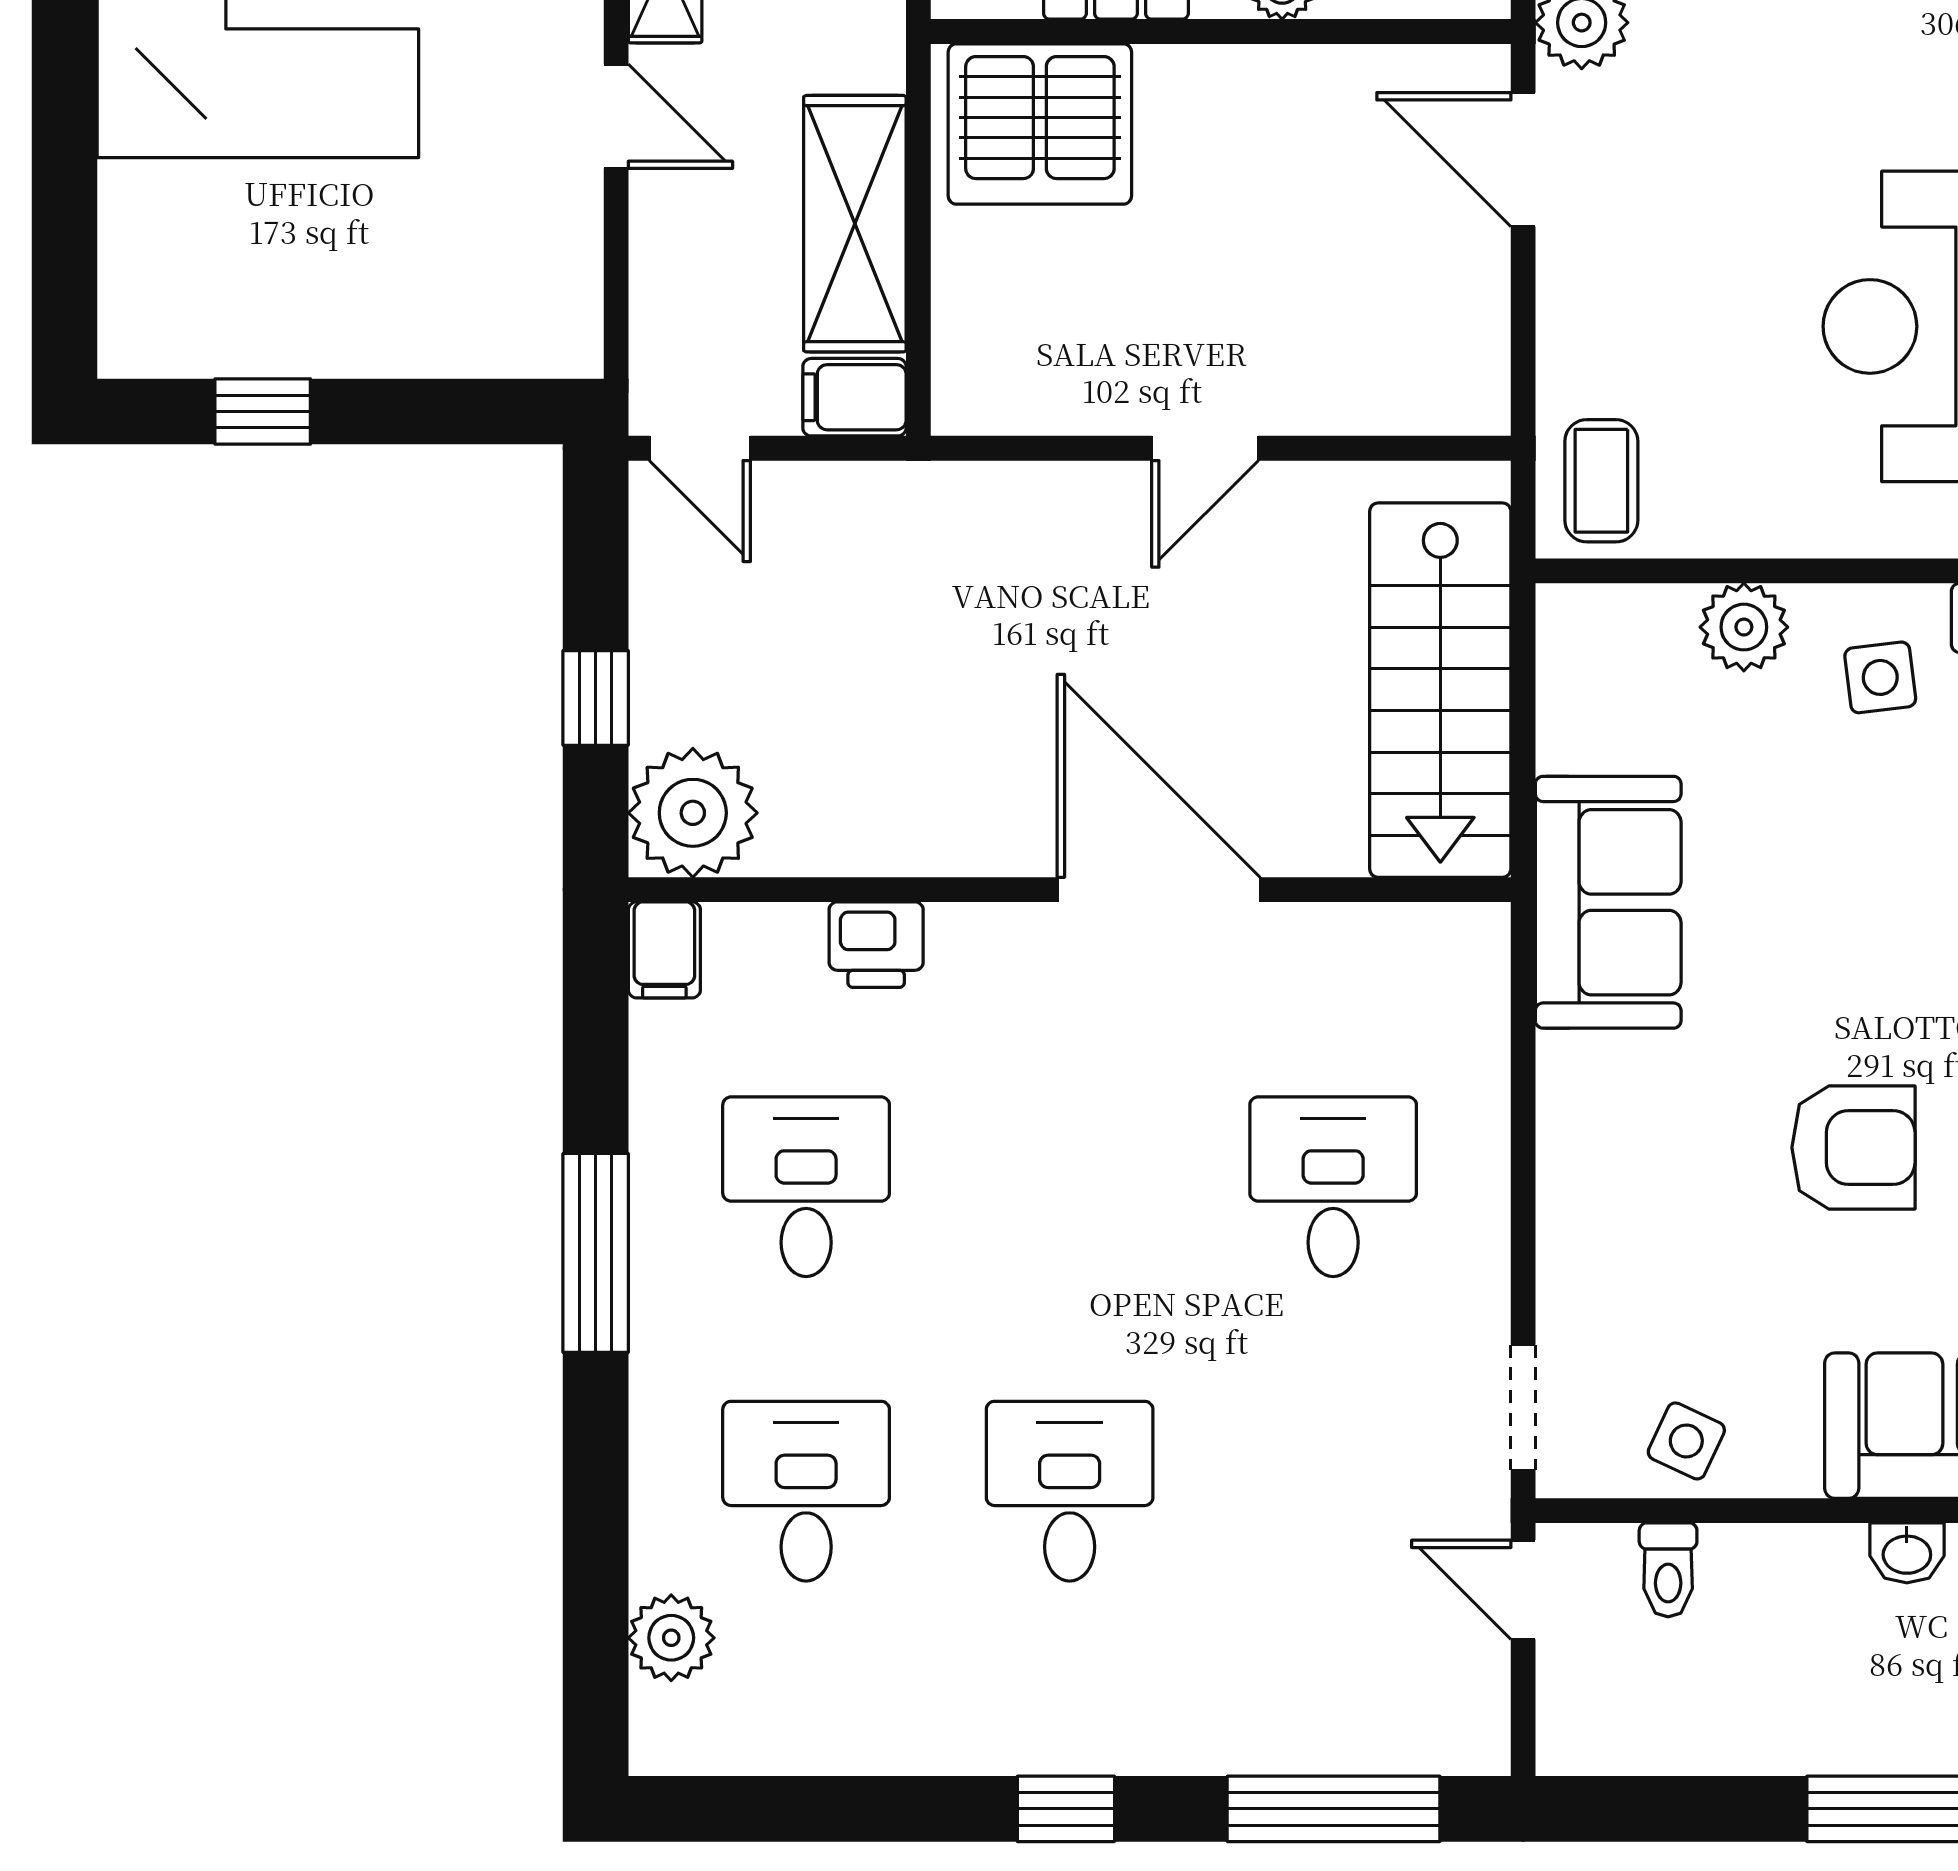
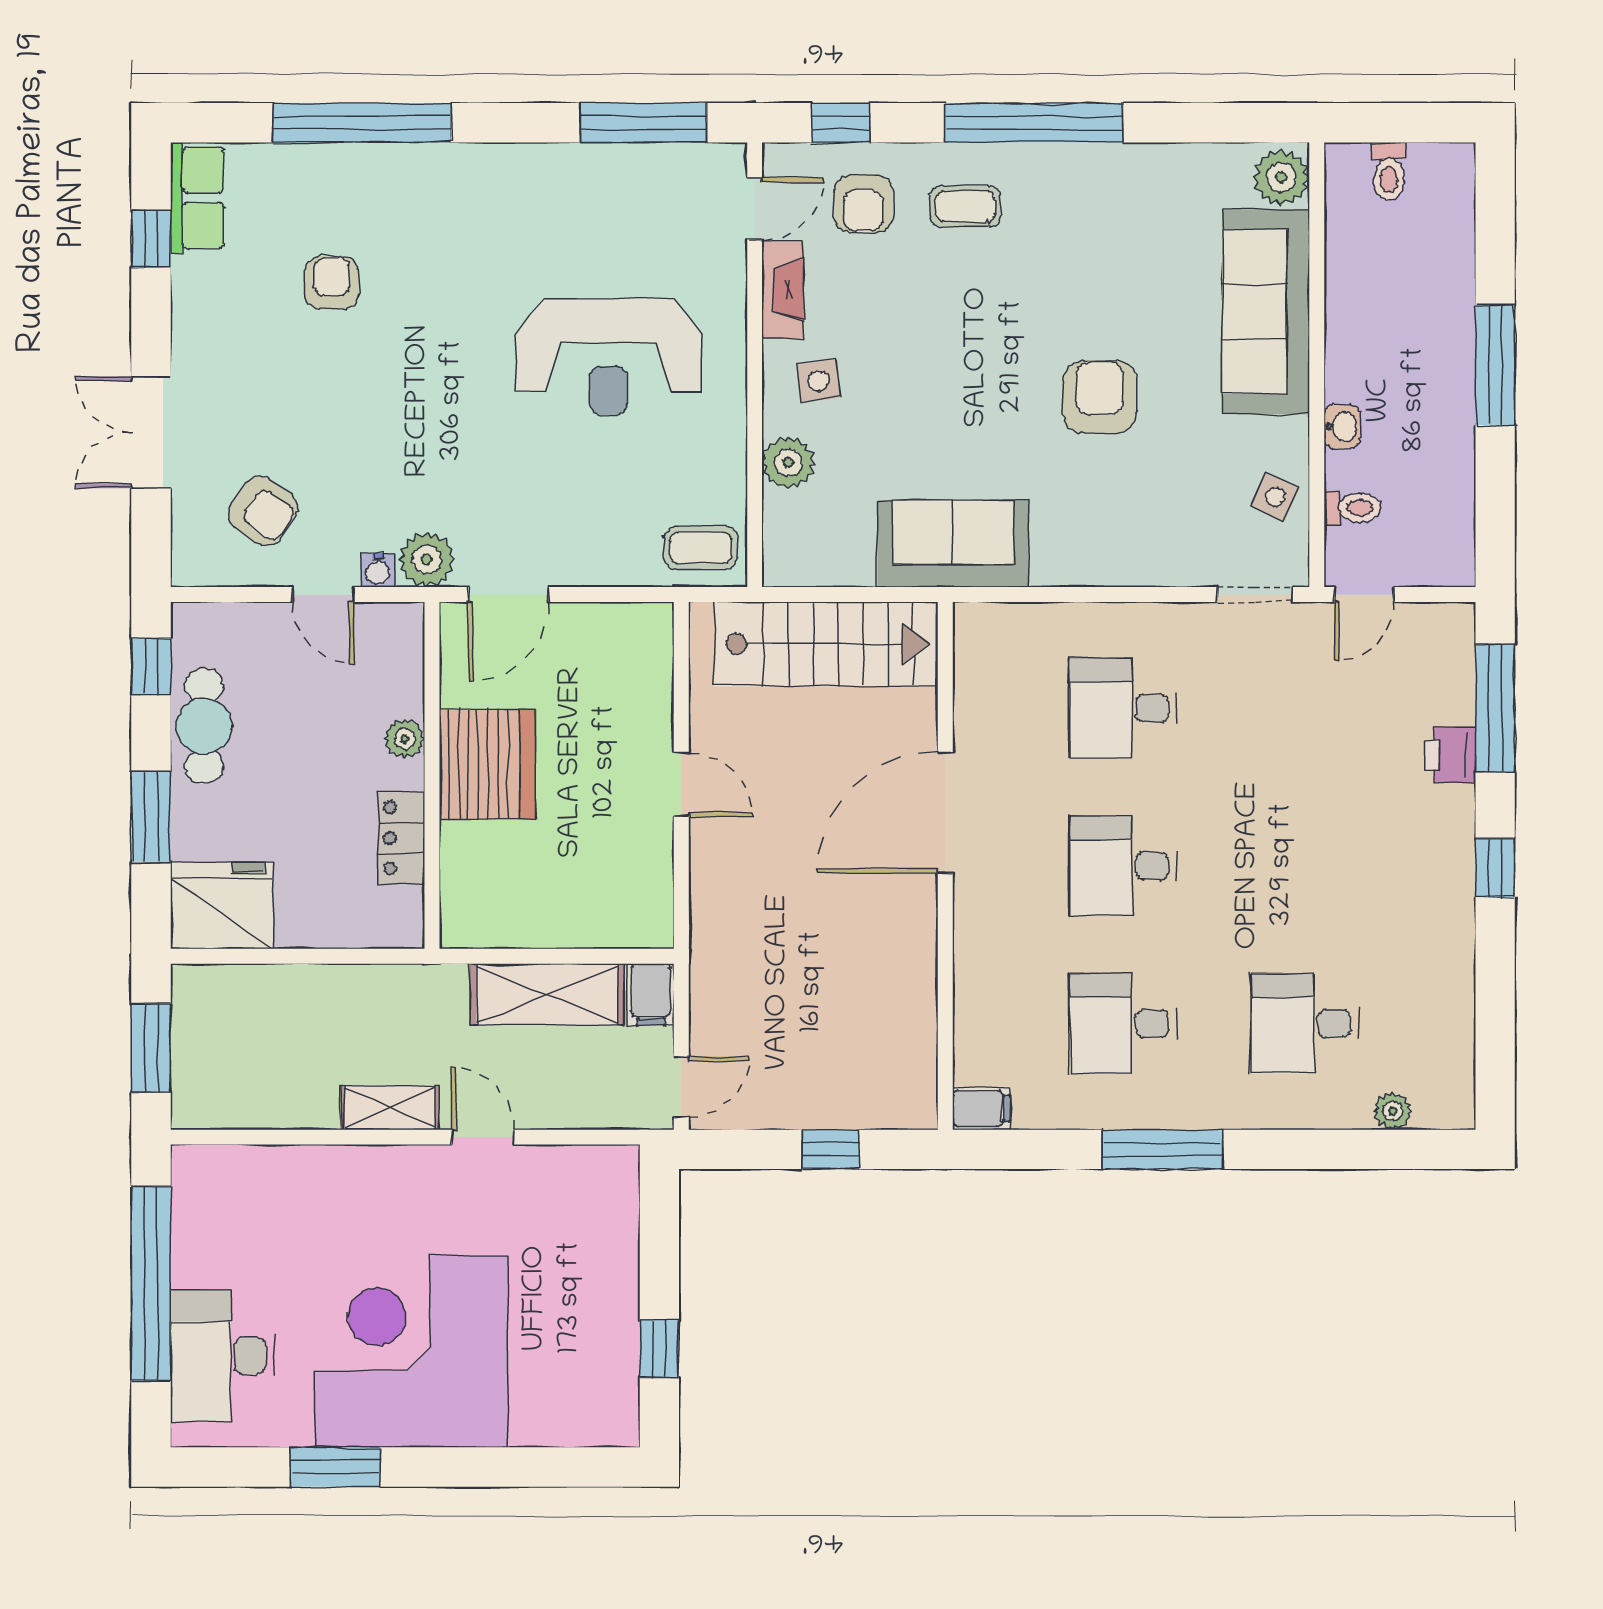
door: (616, 116) -> (483, 1137), hinge flipped
server rack: (1040, 124) -> (487, 764), moved
plant: (693, 813) -> (899, 1091), removed
printer: (876, 945) -> (1450, 755), moved, turned 180
desk: (1070, 1491) -> (1123, 866), moved
washbasin: (1907, 1553) -> (1342, 427), moved
plant: (671, 1638) -> (1393, 1111), width x0.73, depth x0.73

